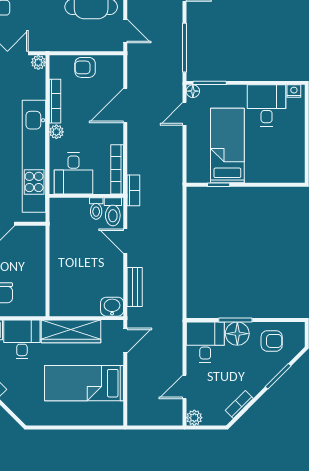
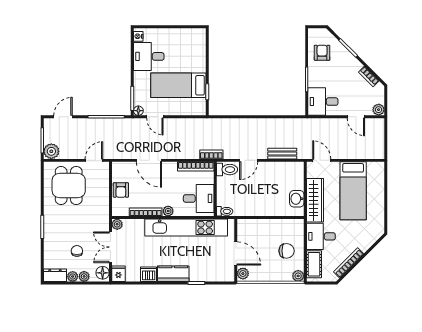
toilet: (96, 209) -> (225, 211), moved
washbasin: (112, 307) -> (297, 199), moved
floor lamp: (237, 334) -> (317, 78), removed

